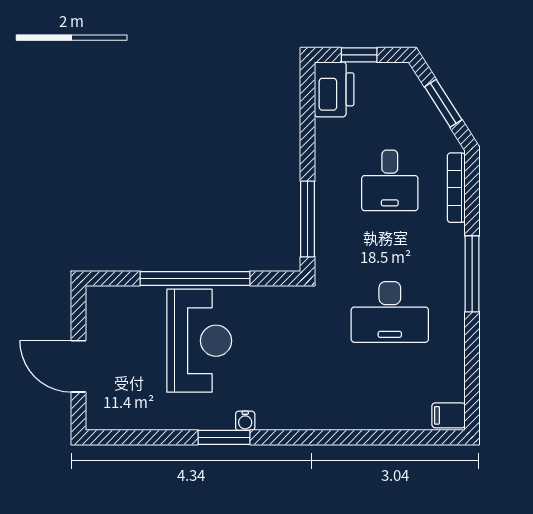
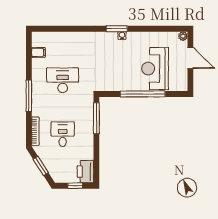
reception desk: (199, 341) -> (155, 69), moved
filing cabinet: (449, 415) -> (38, 52), moved
plant: (97, 419) -> (183, 36), added
window: (224, 437) -> (117, 29), moved

